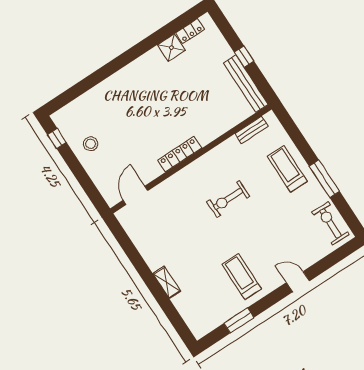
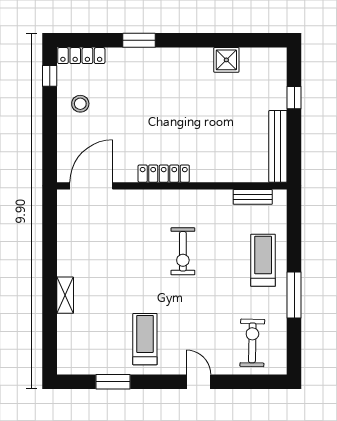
locker: (190, 31) -> (81, 56), moved, width x1.53
window: (244, 57) -> (294, 98), moved
window: (102, 74) -> (139, 40), added
door: (135, 195) -> (91, 186), width x1.36
exercise bike: (228, 199) -> (183, 251), turned -90
exercise bike: (330, 223) -> (252, 343), moved

